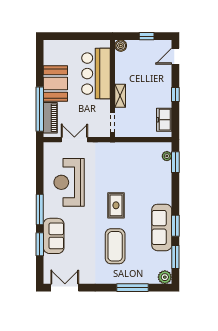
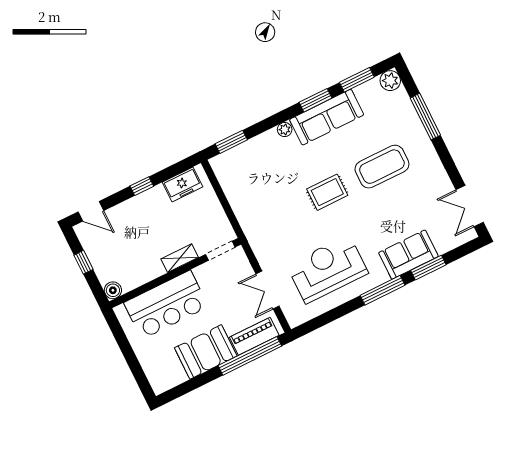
plant: (167, 156) -> (285, 130), moved
reception desk: (69, 182) -> (327, 269), turned 180

